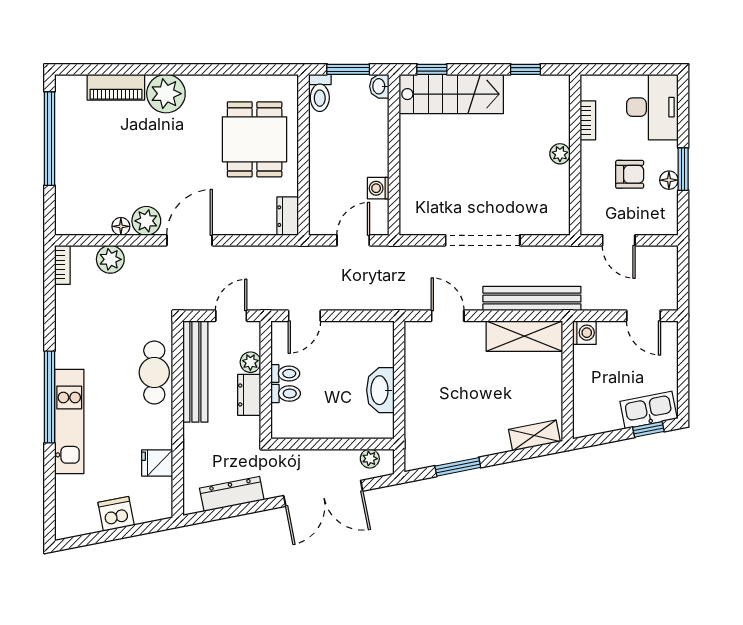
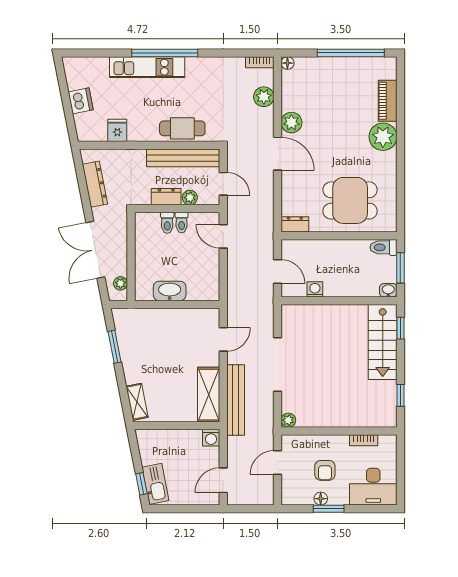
plant: (560, 154) -> (288, 420), moved
floor lamp: (121, 226) -> (287, 63), moved

